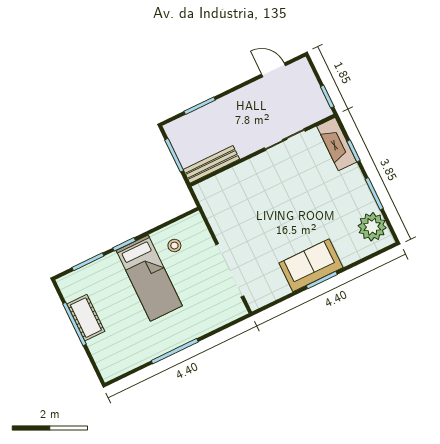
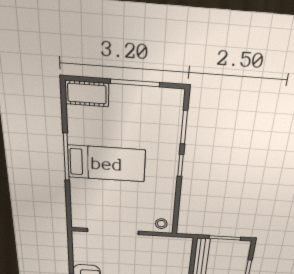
stool: (174, 246) -> (161, 224), moved
bed: (149, 278) -> (107, 164), moved, turned 180
cot: (86, 318) -> (87, 94), moved

